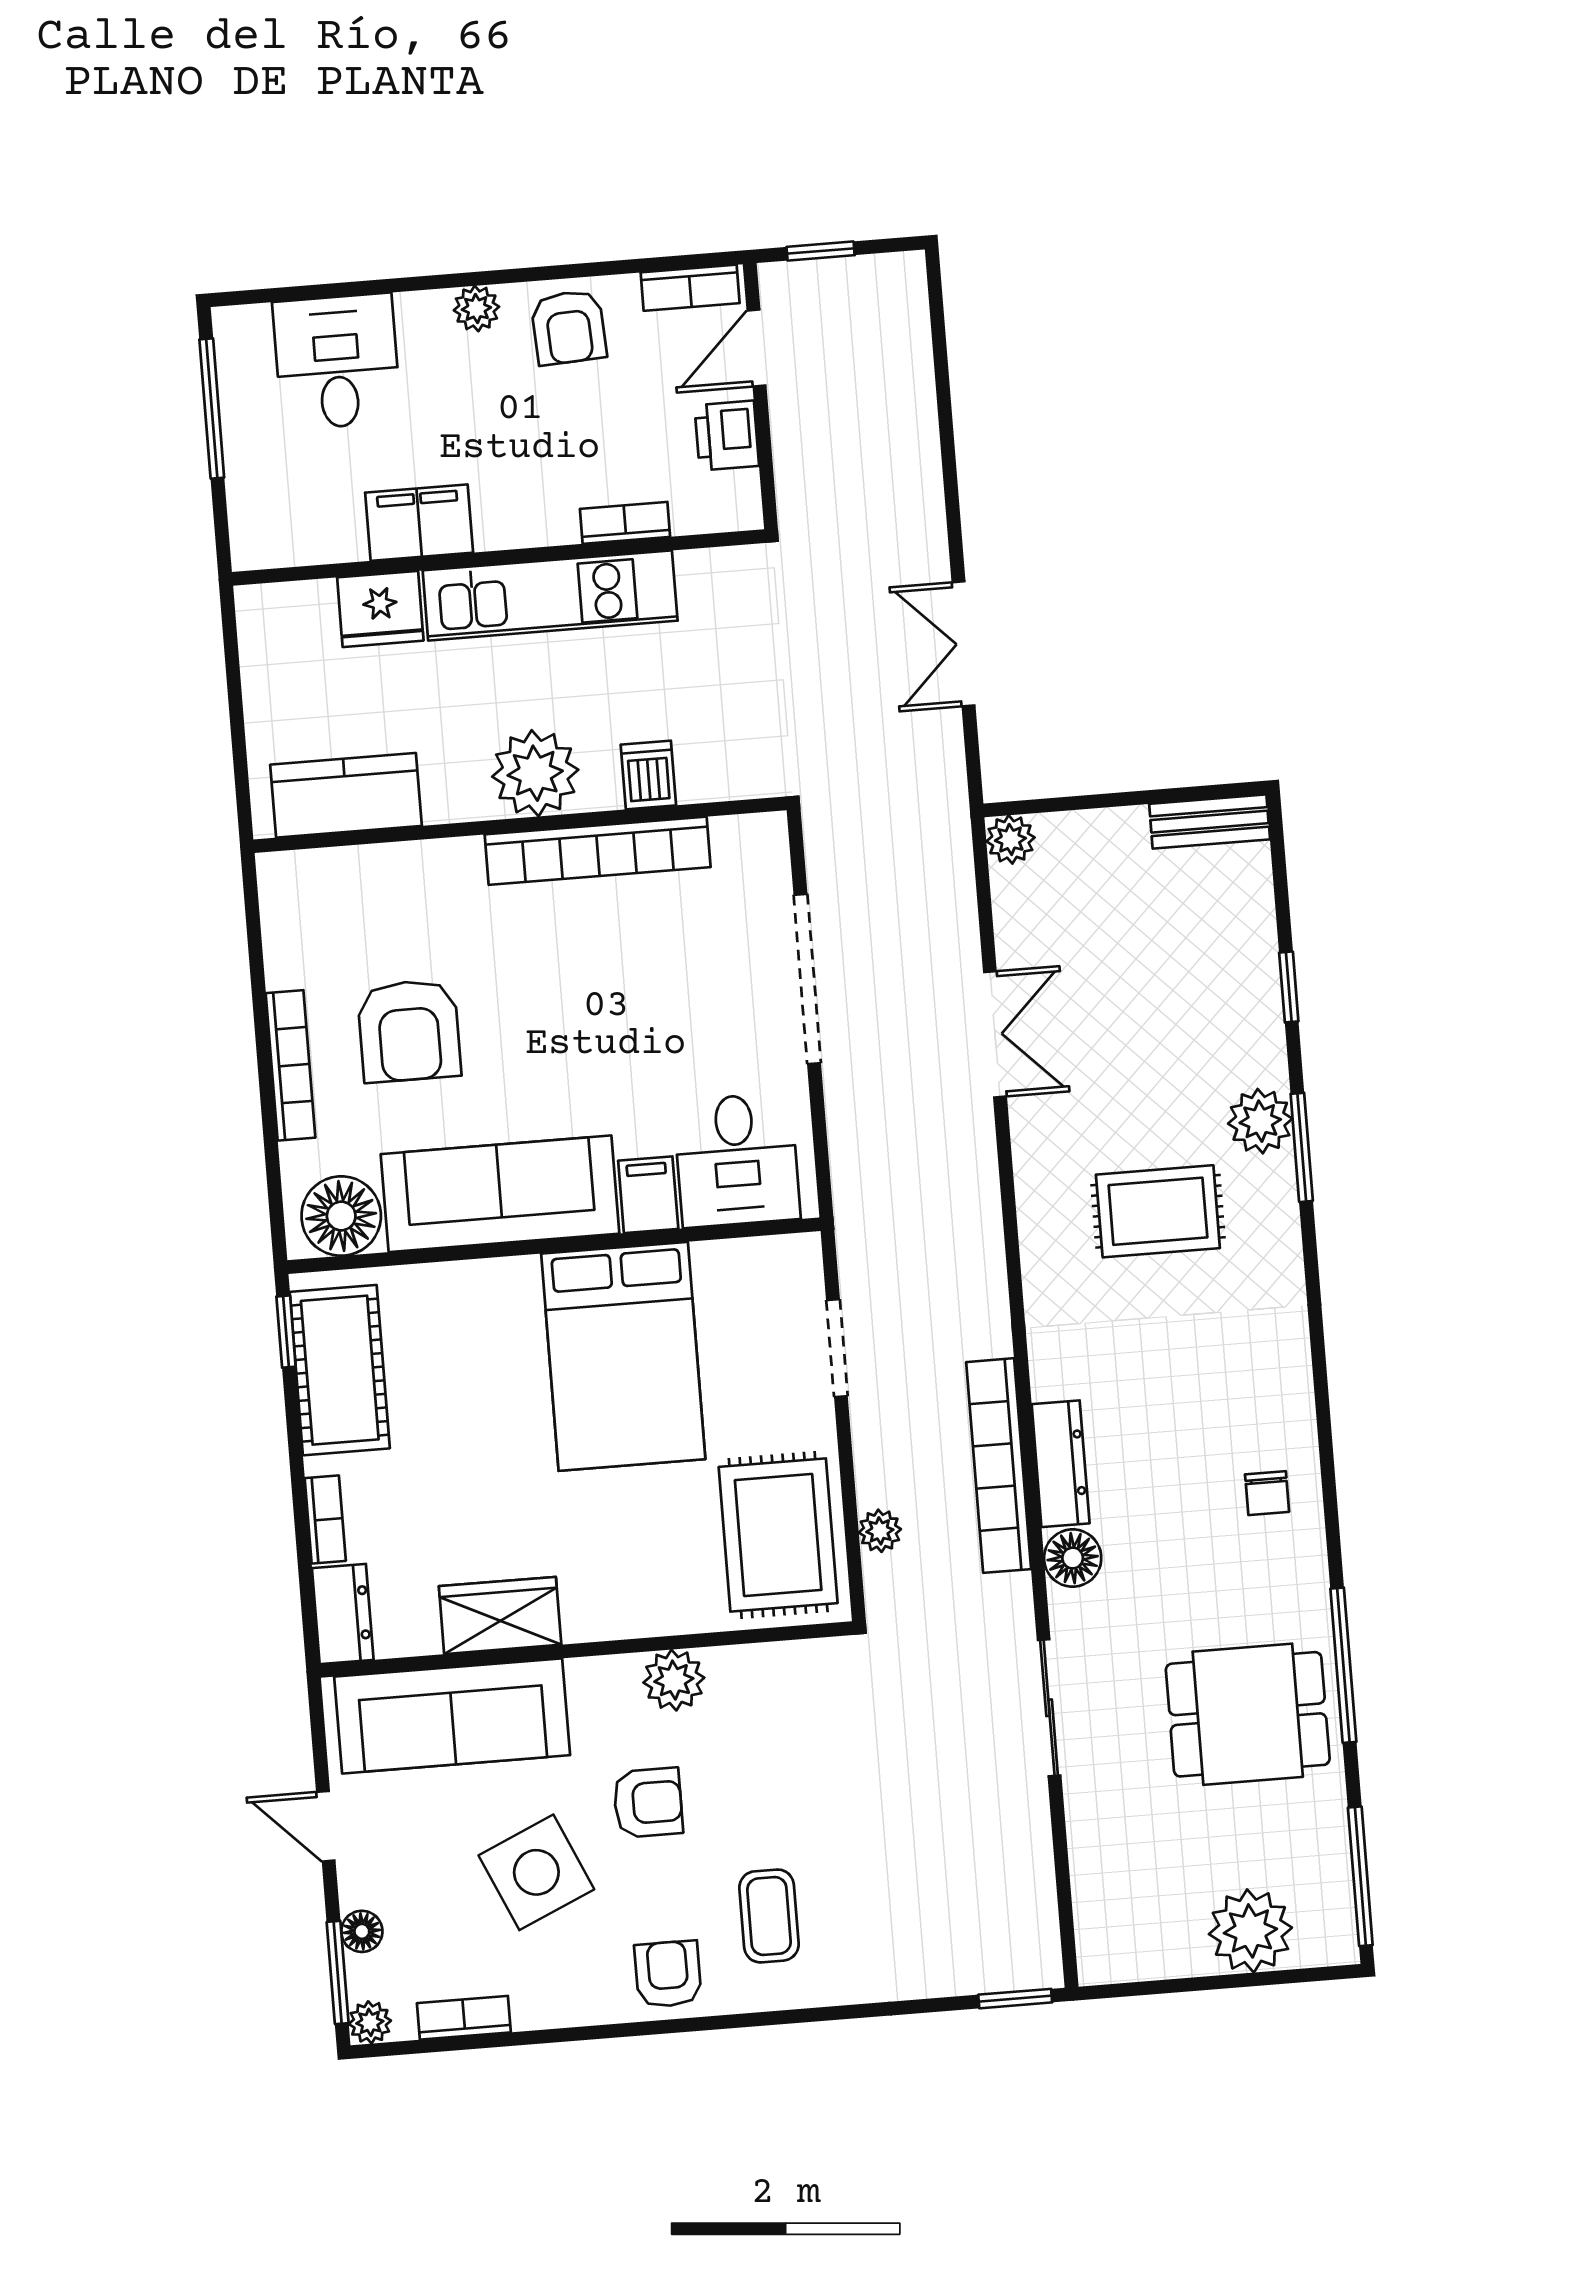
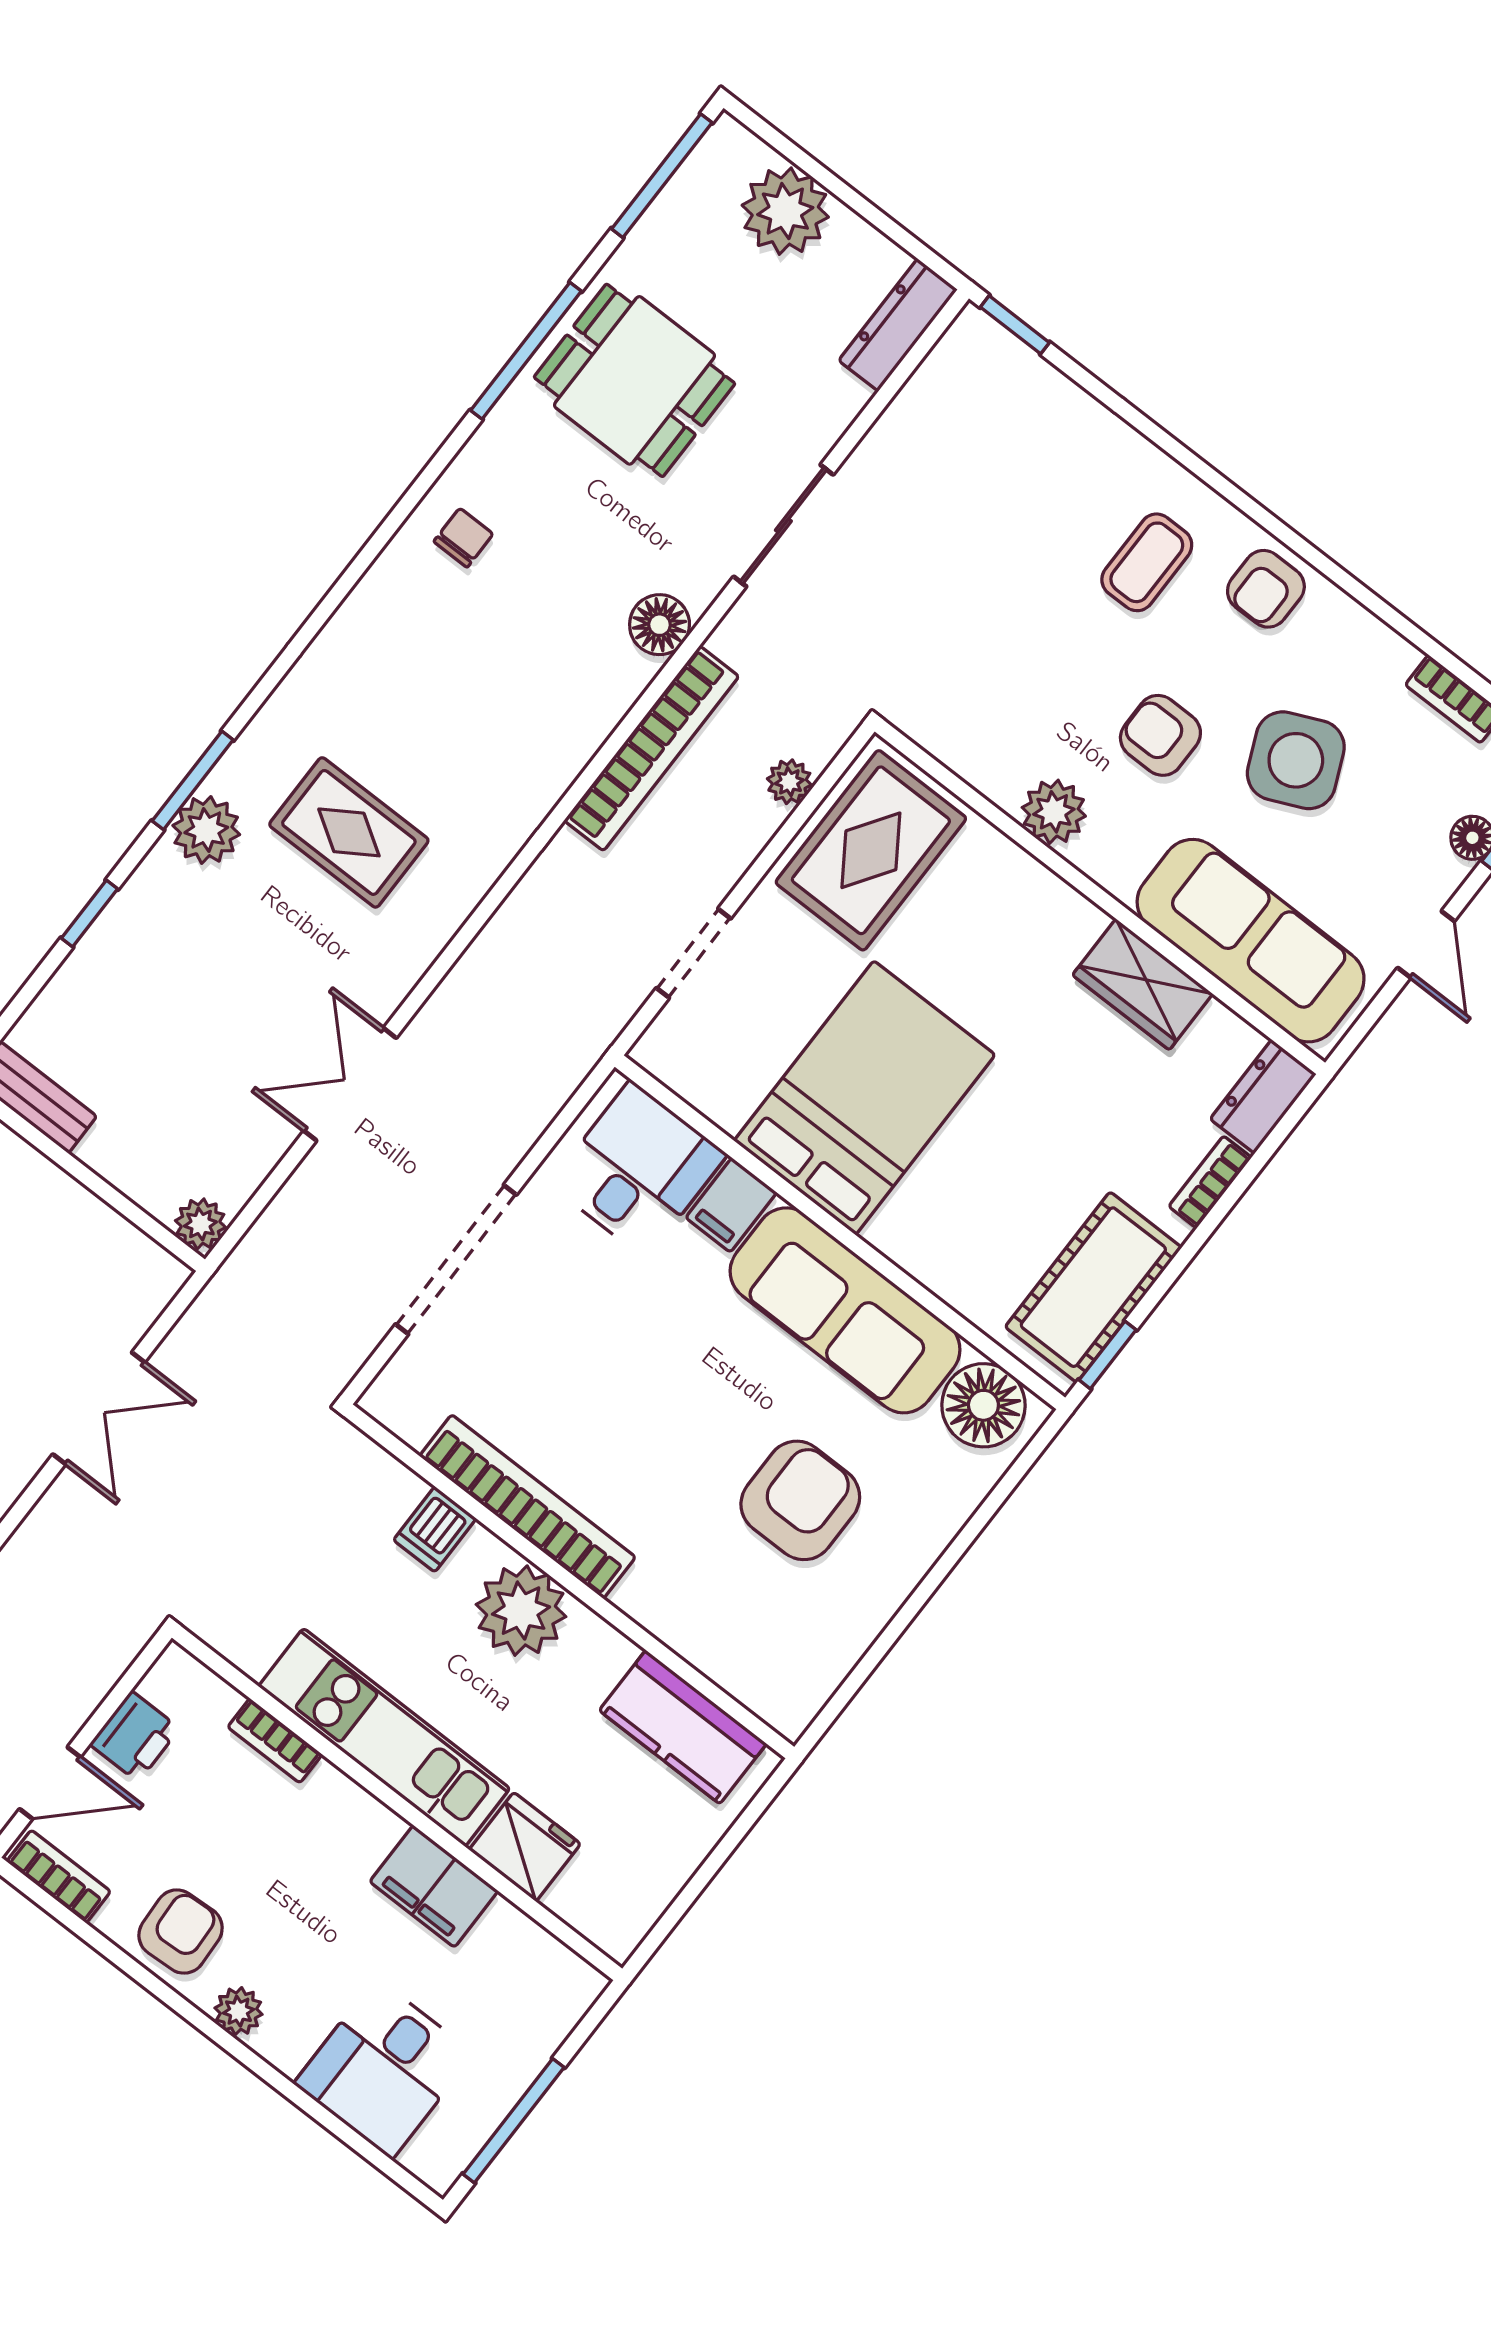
bookcase: (291, 1065) -> (916, 1557), removed
dresser: (1061, 1464) -> (898, 325), moved

